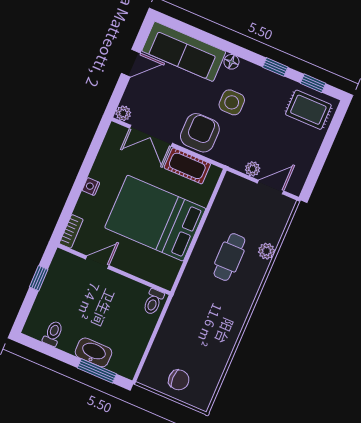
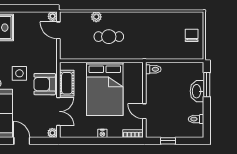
plant: (253, 169) -> (53, 16), moved

